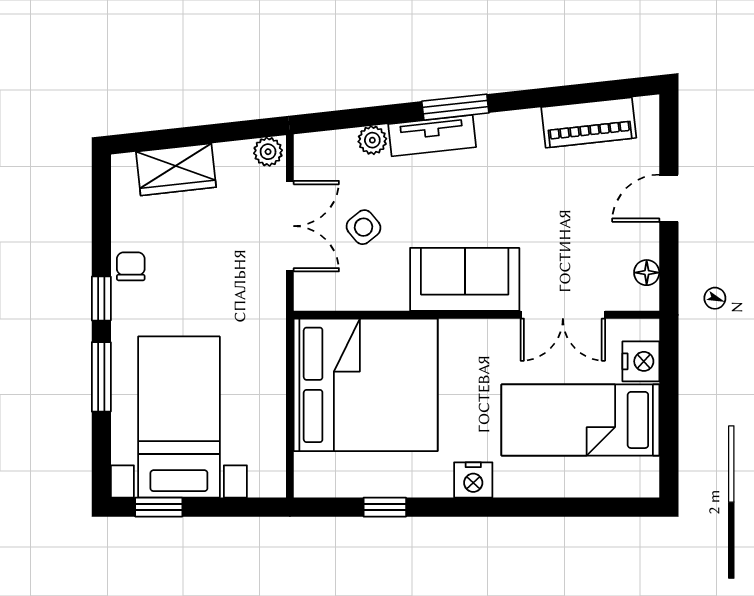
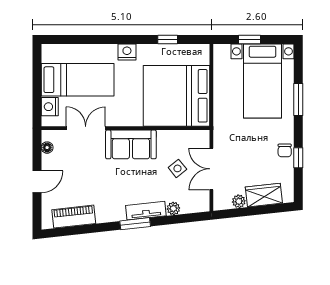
plant: (268, 152) -> (239, 201), moved
window: (101, 299) -> (298, 158), moved
window: (159, 507) -> (249, 40), moved

